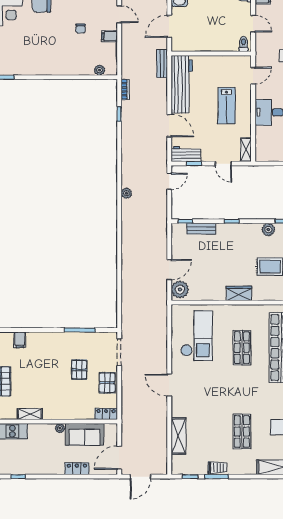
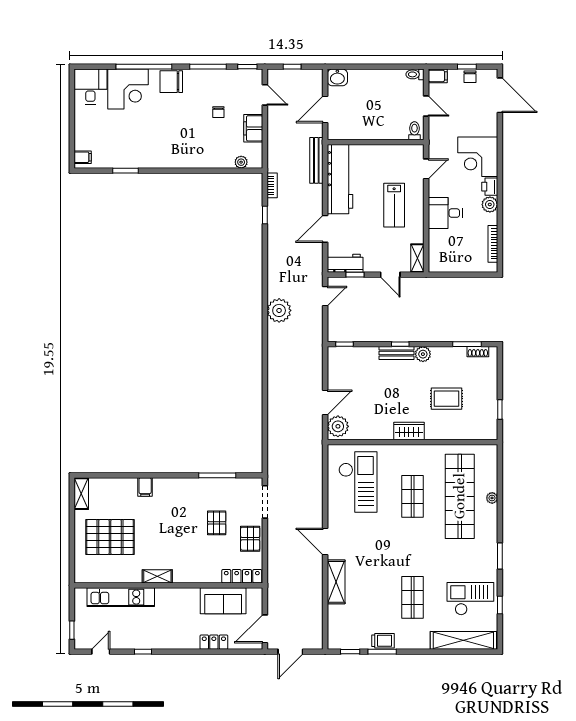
filing cabinet: (110, 36) -> (253, 128), width x2.00
bench: (162, 64) -> (316, 160), width x1.36
door: (169, 126) -> (325, 229), swing flipped
plant: (126, 193) -> (279, 310), width x1.87, depth x1.87
bench: (201, 229) -> (397, 353), moved
plant: (268, 230) -> (423, 354), moved
locker: (106, 414) -> (242, 576), width x1.53
plant: (60, 428) -> (193, 593), removed
shelving: (178, 436) -> (336, 582), moved

